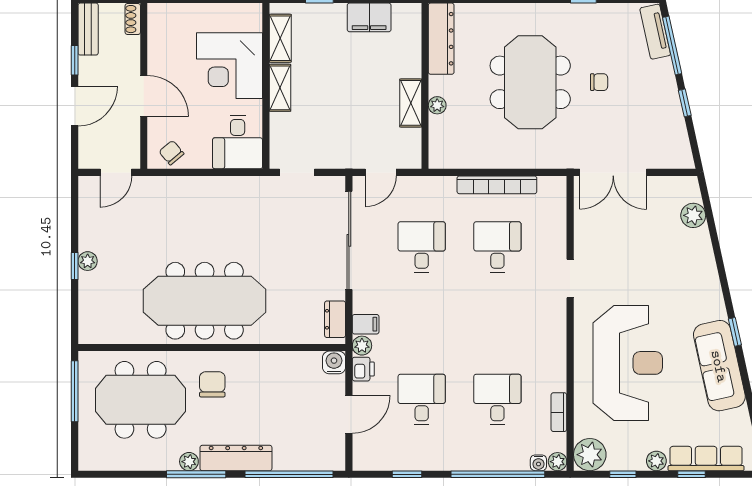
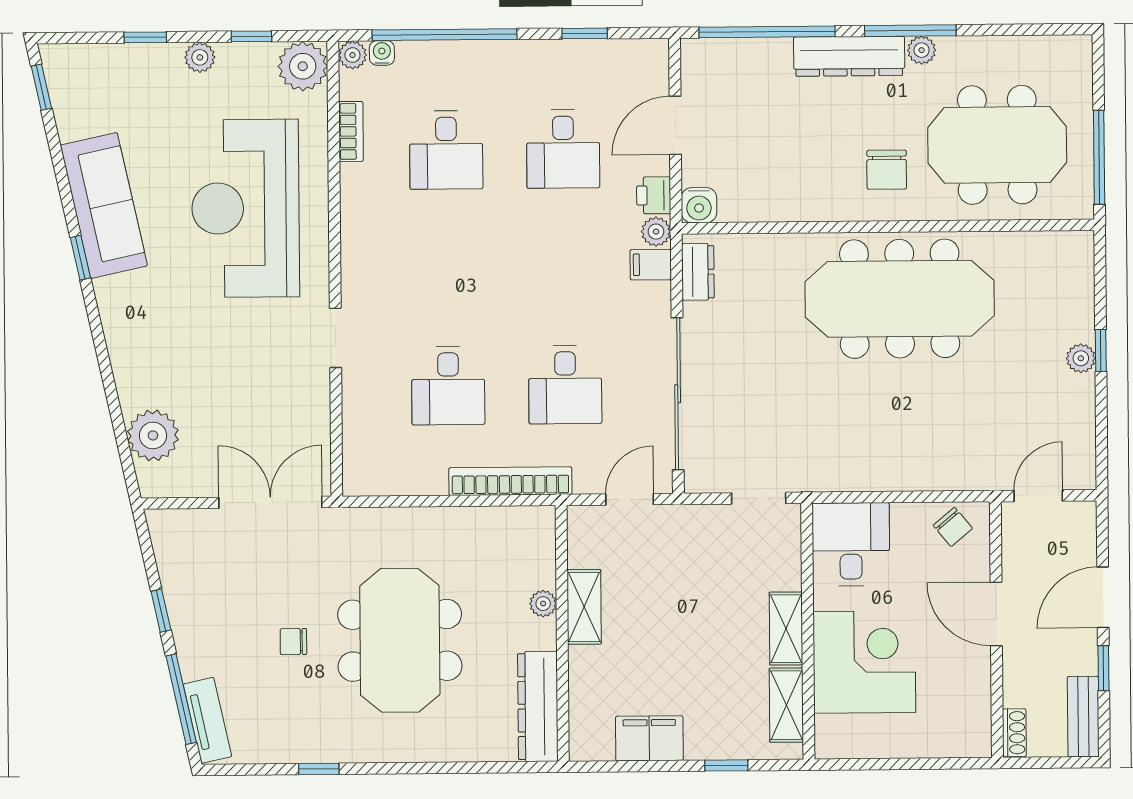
bookcase: (497, 185) -> (510, 481), moved
plant: (693, 215) -> (153, 435), width x1.36, depth x1.36
row of seats: (706, 459) -> (123, 62), removed

